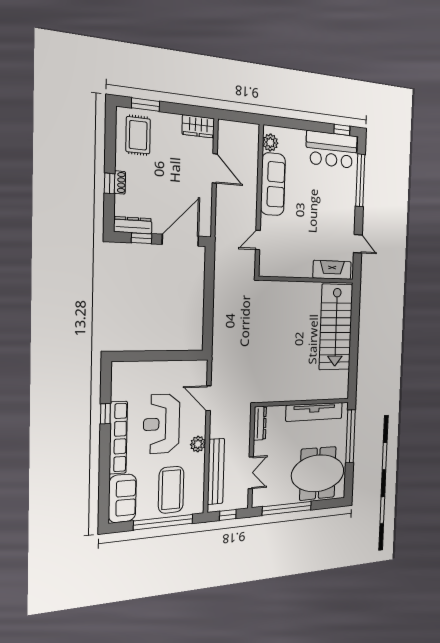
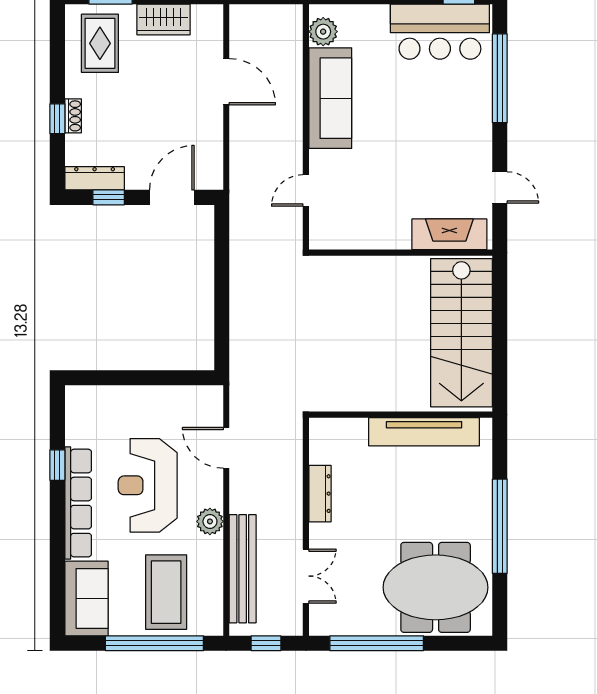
wardrobe: (198, 126) -> (163, 19), moved
door: (180, 240) -> (172, 197), width x0.73
wall: (303, 403) -> (401, 415), moved
tv unit: (314, 412) -> (424, 432), moved

